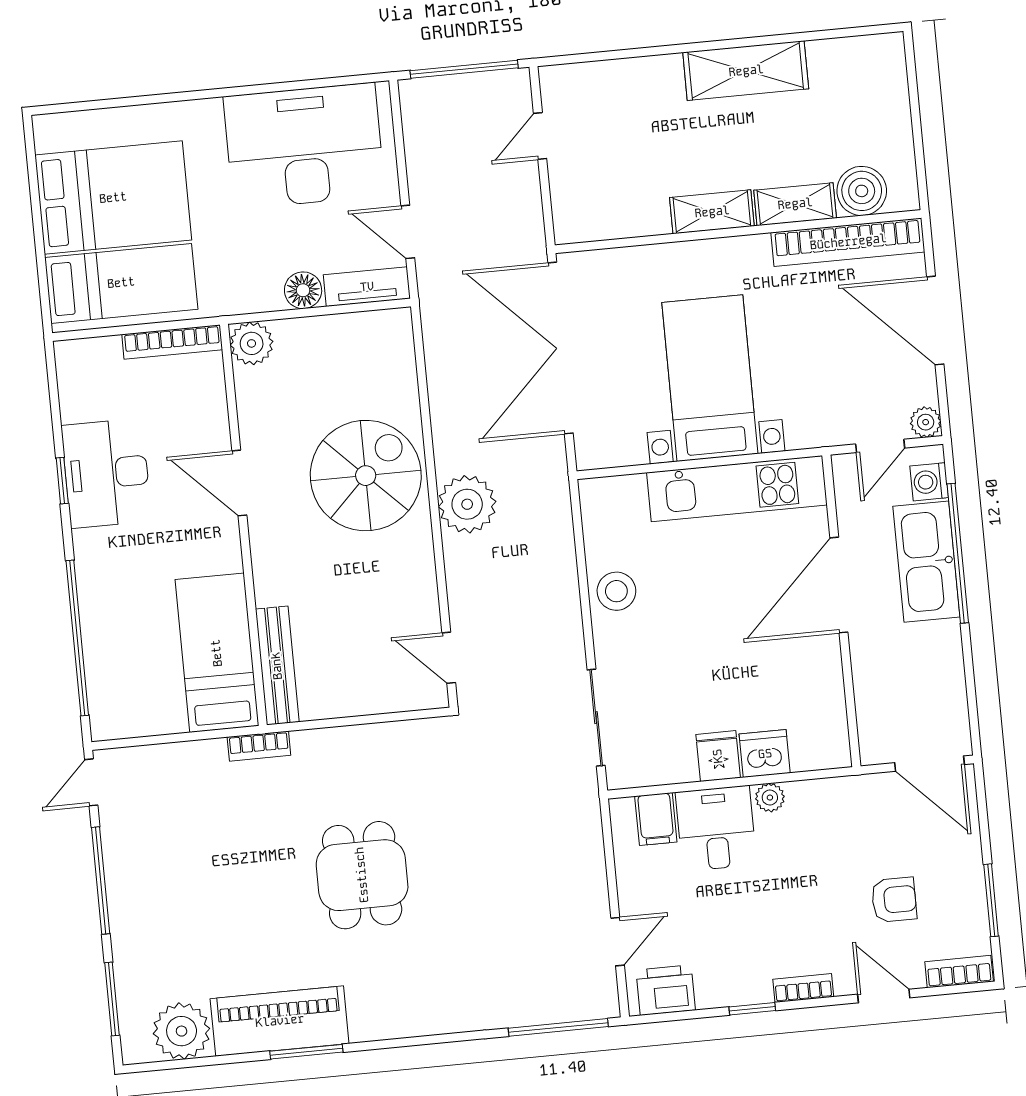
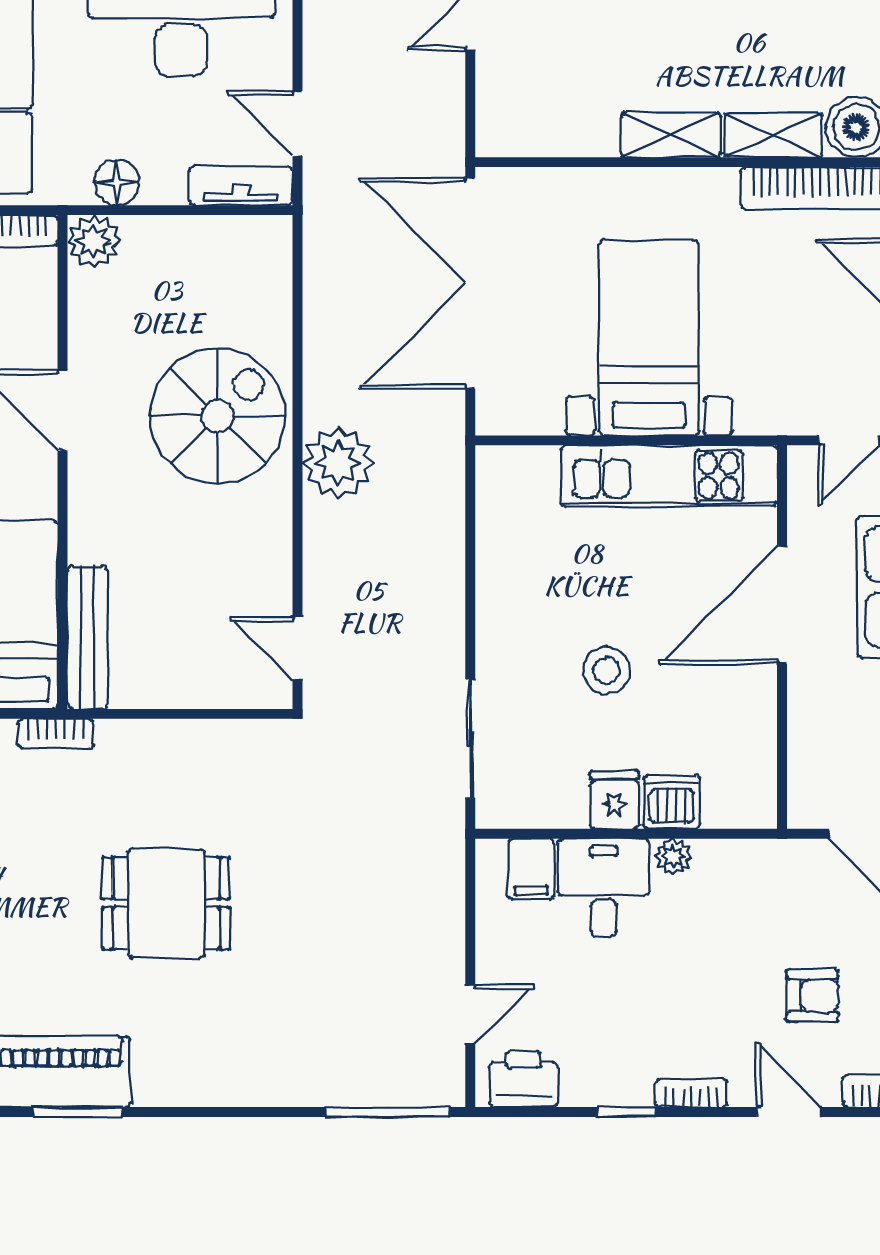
floor lamp: (303, 290) -> (117, 183), moved
stool: (616, 591) -> (606, 670), moved
dining table: (362, 875) -> (166, 903), turned 90

